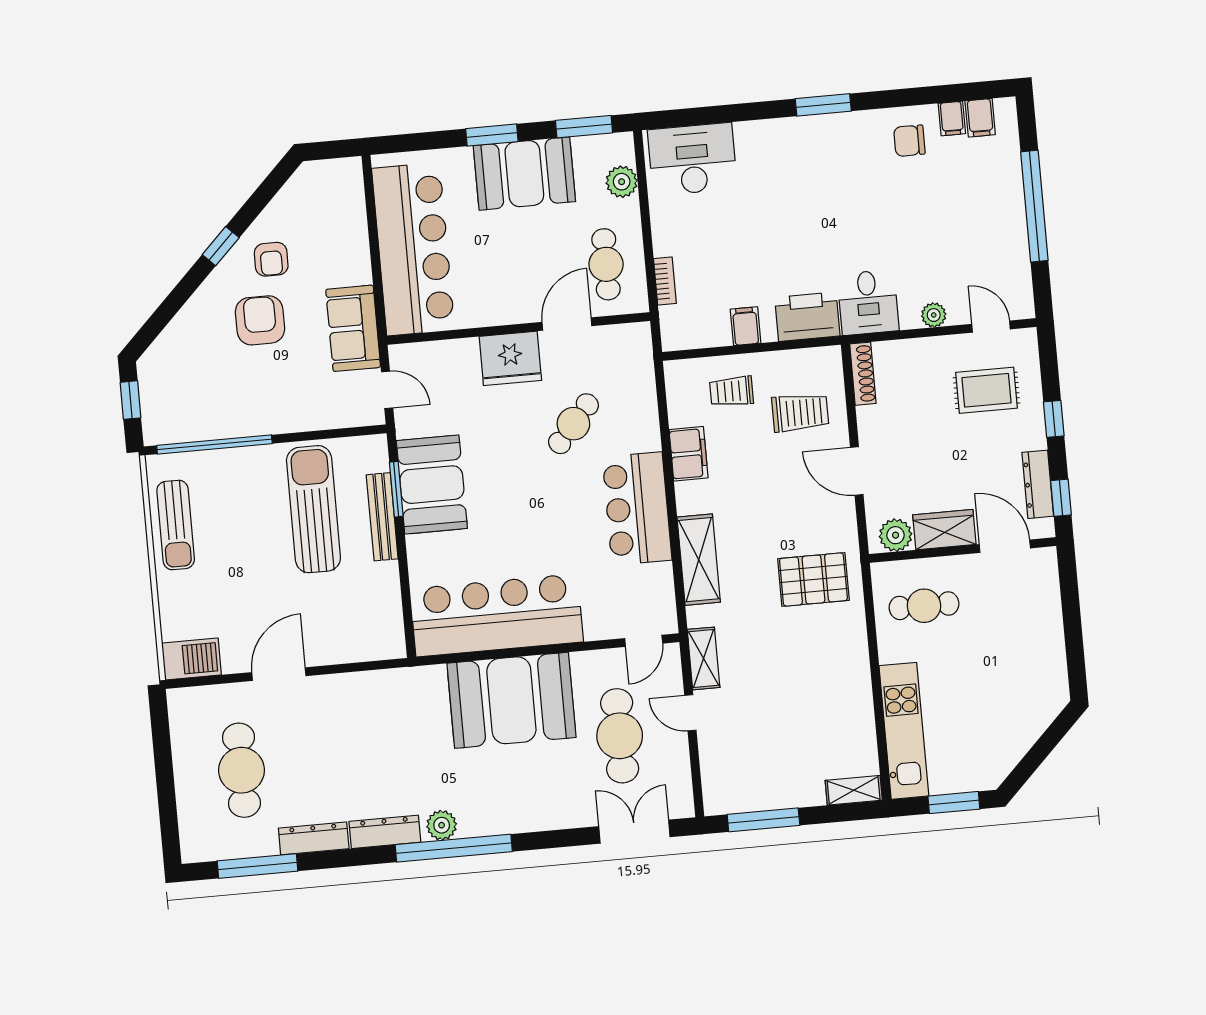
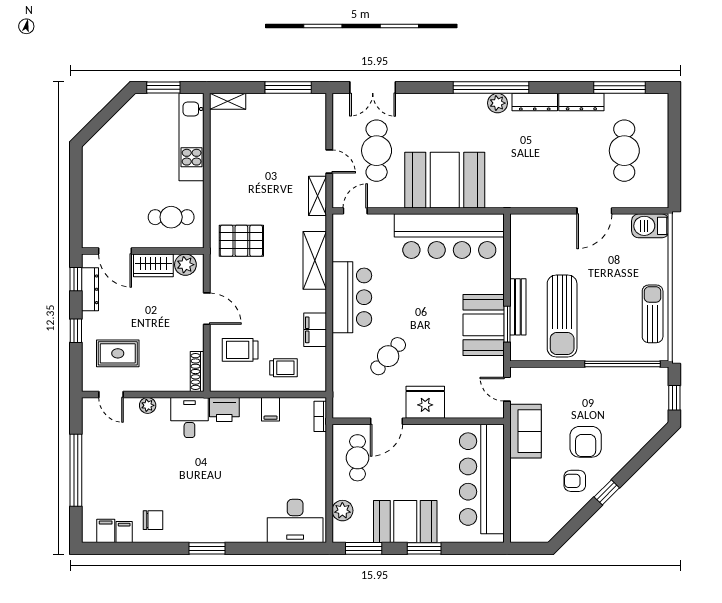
armchair: (271, 259) -> (575, 481), turned -90
bookcase: (665, 281) -> (320, 416), moved
printer: (807, 317) -> (224, 409), width x0.73, depth x0.84

